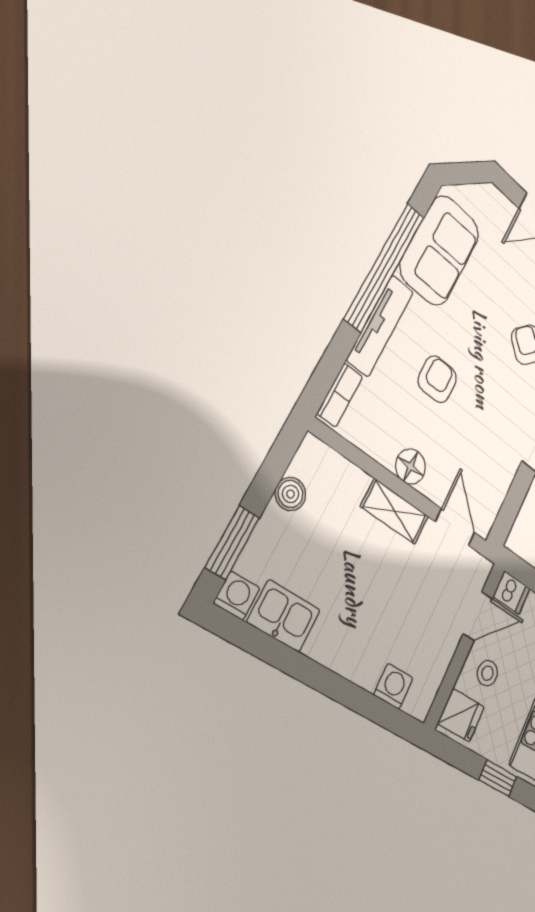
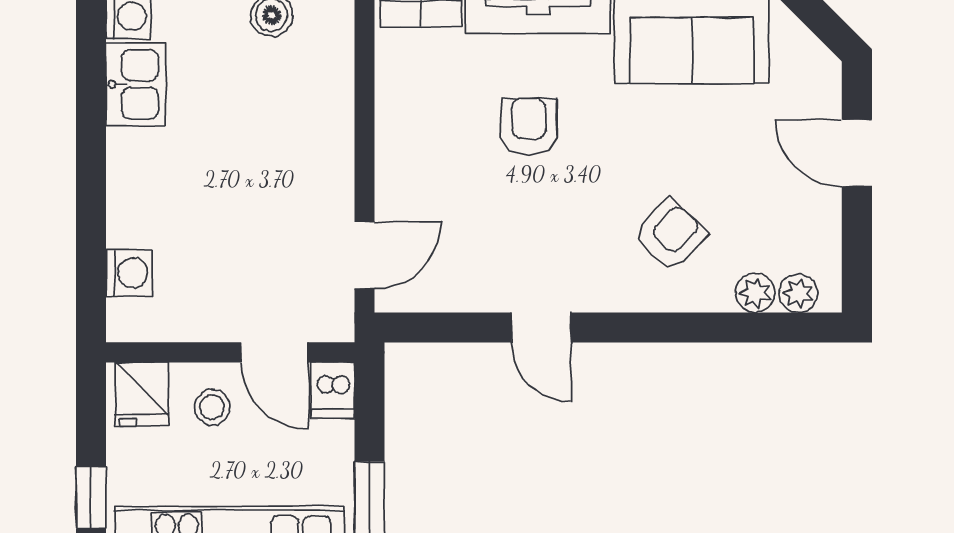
armchair: (437, 379) -> (529, 126), turned -90
floor lamp: (411, 467) -> (399, 150), removed
shelving: (395, 511) -> (332, 159), removed

